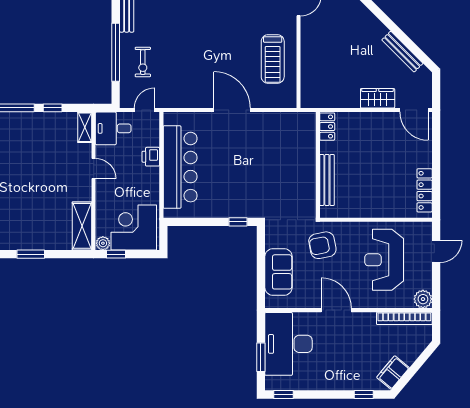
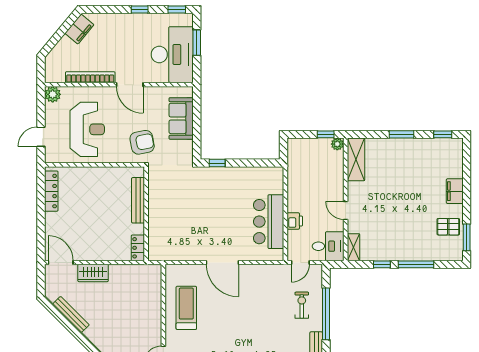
bar counter: (180, 167) -> (269, 222), width x0.73
corner desk: (134, 227) -> (310, 158), removed
bookcase: (404, 318) -> (90, 77), moved
window: (364, 395) -> (140, 9), moved

